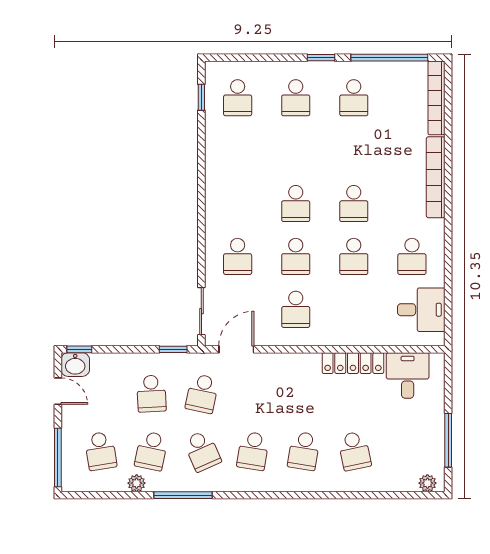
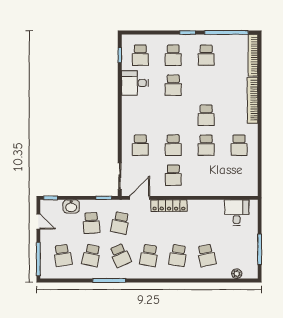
school desk: (296, 204) -> (173, 85), moved
desk: (421, 310) -> (135, 83), moved, turned 180
locker: (353, 363) -> (169, 206), moved
washbasin: (75, 365) -> (71, 206), moved
plant: (137, 483) -> (83, 274), removed
plant: (427, 483) -> (237, 274), moved

